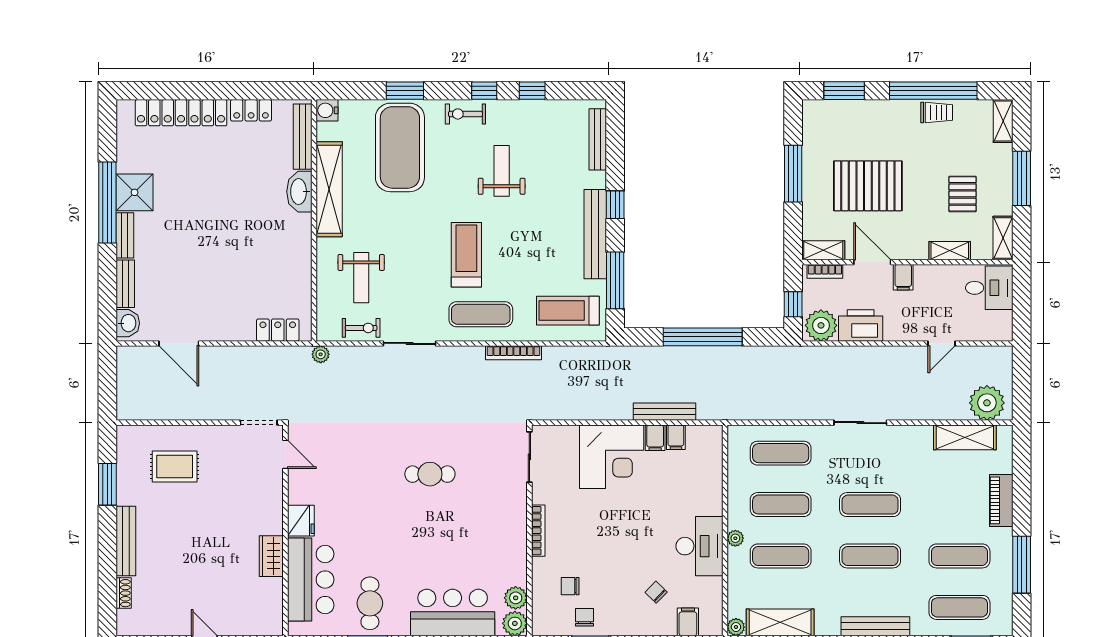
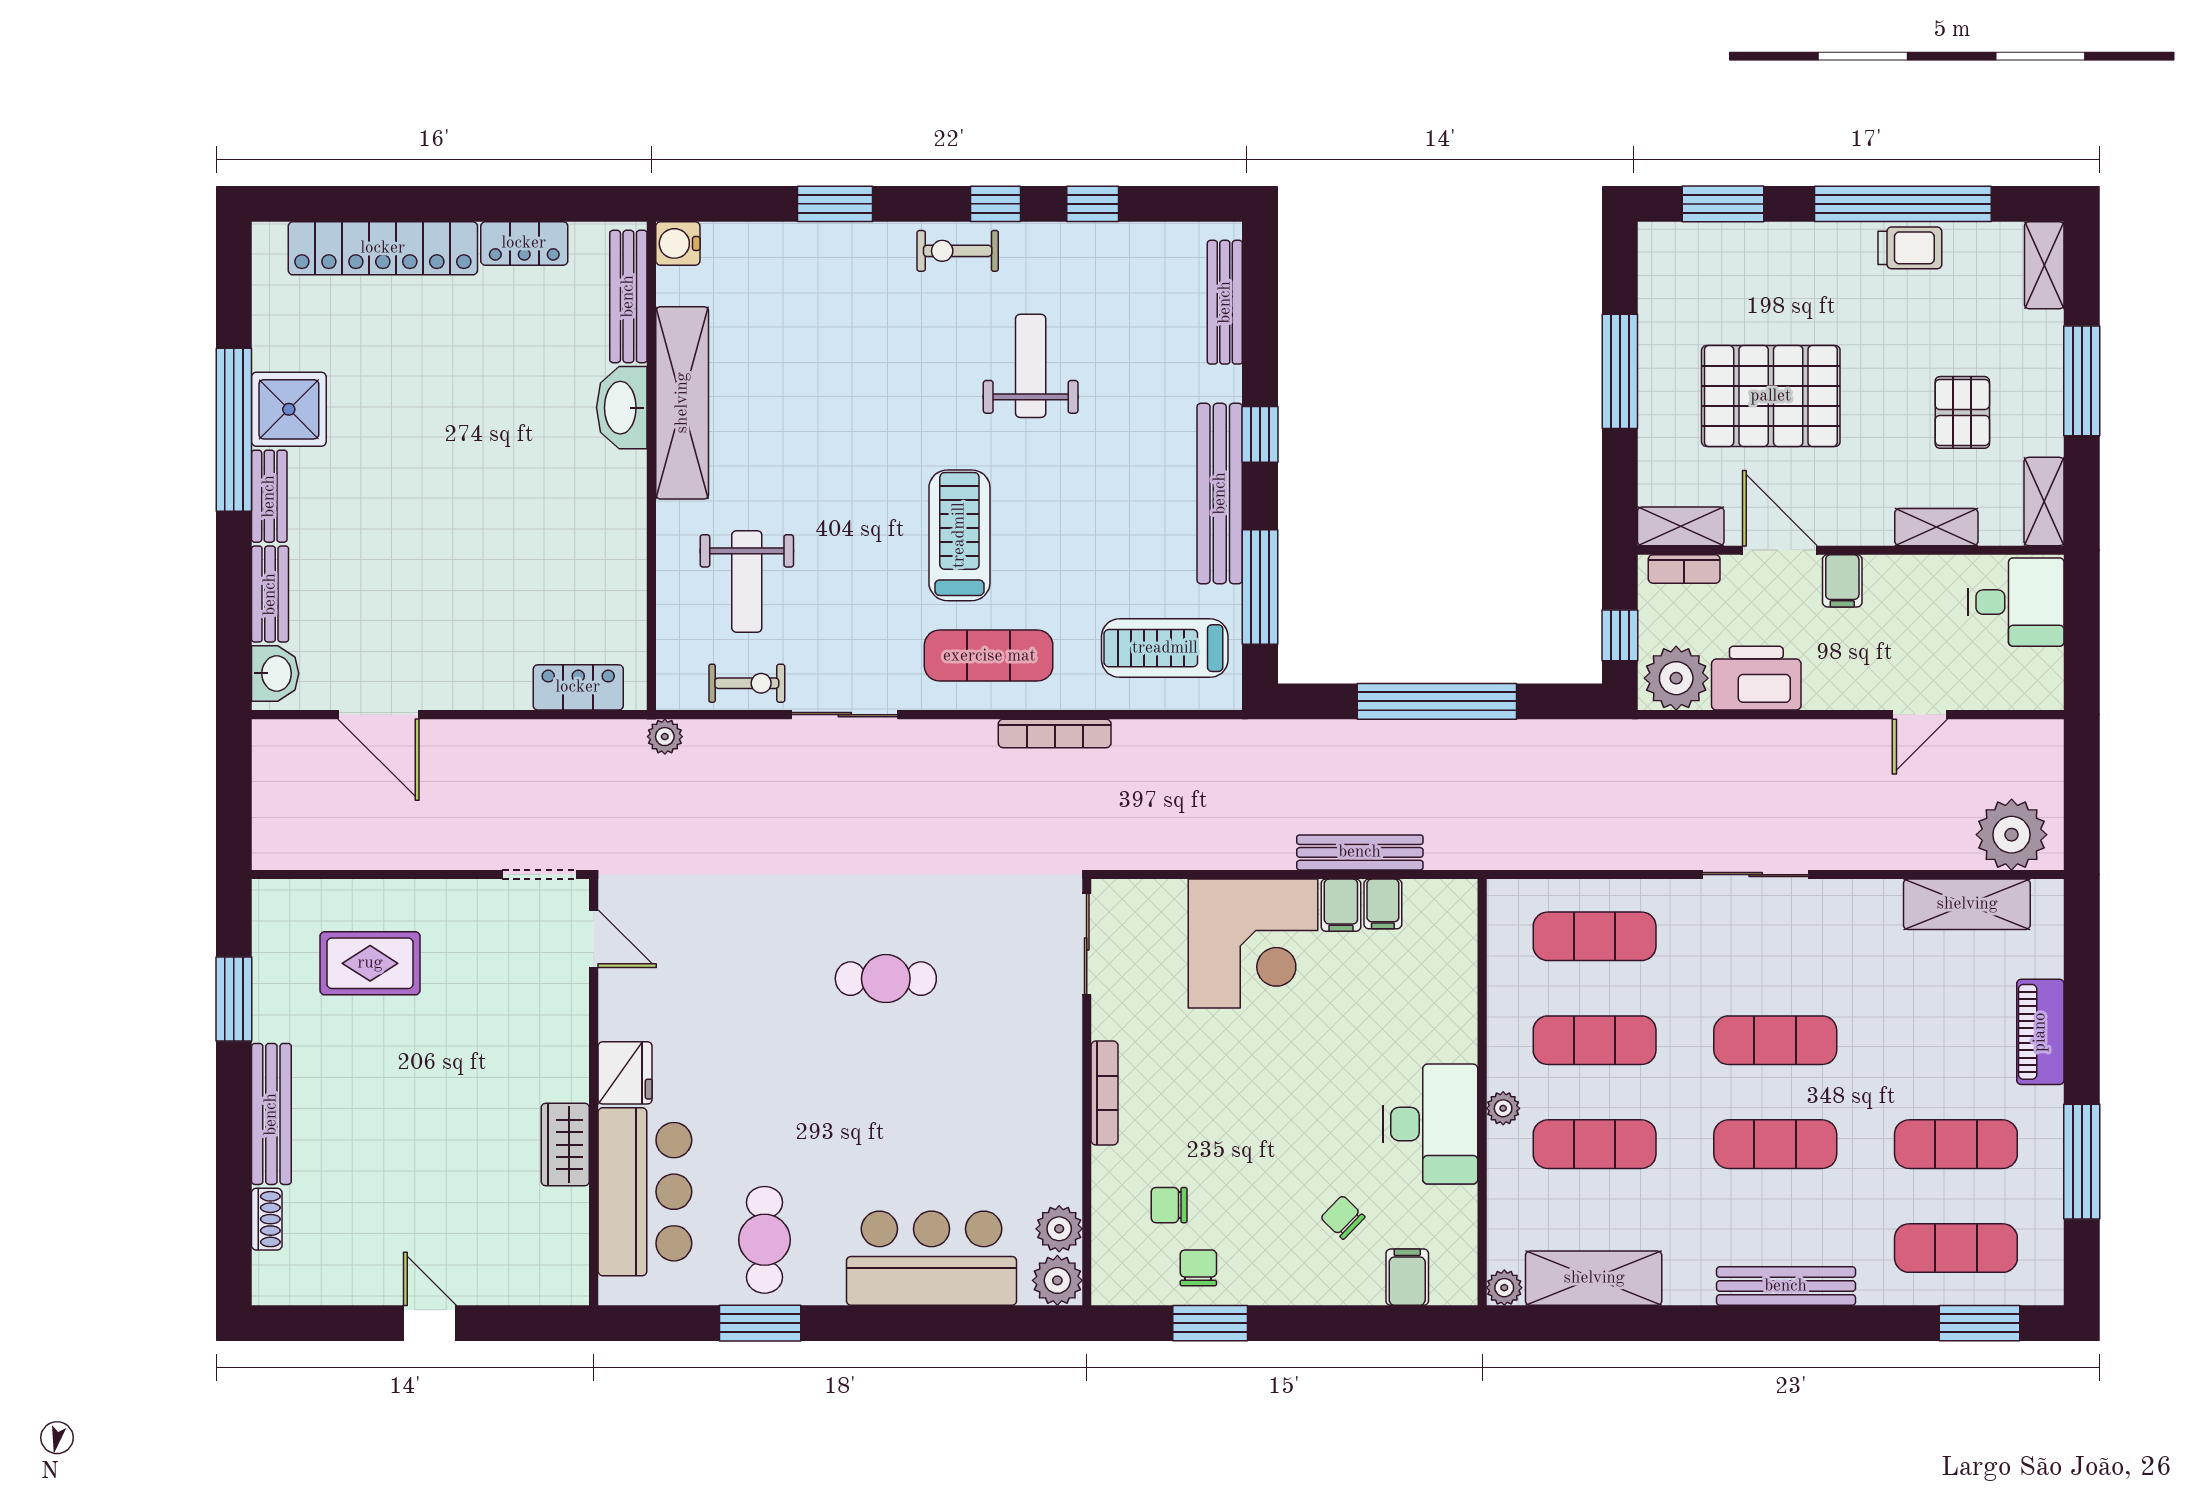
exercise mat: (400, 147) -> (825, 318), removed

